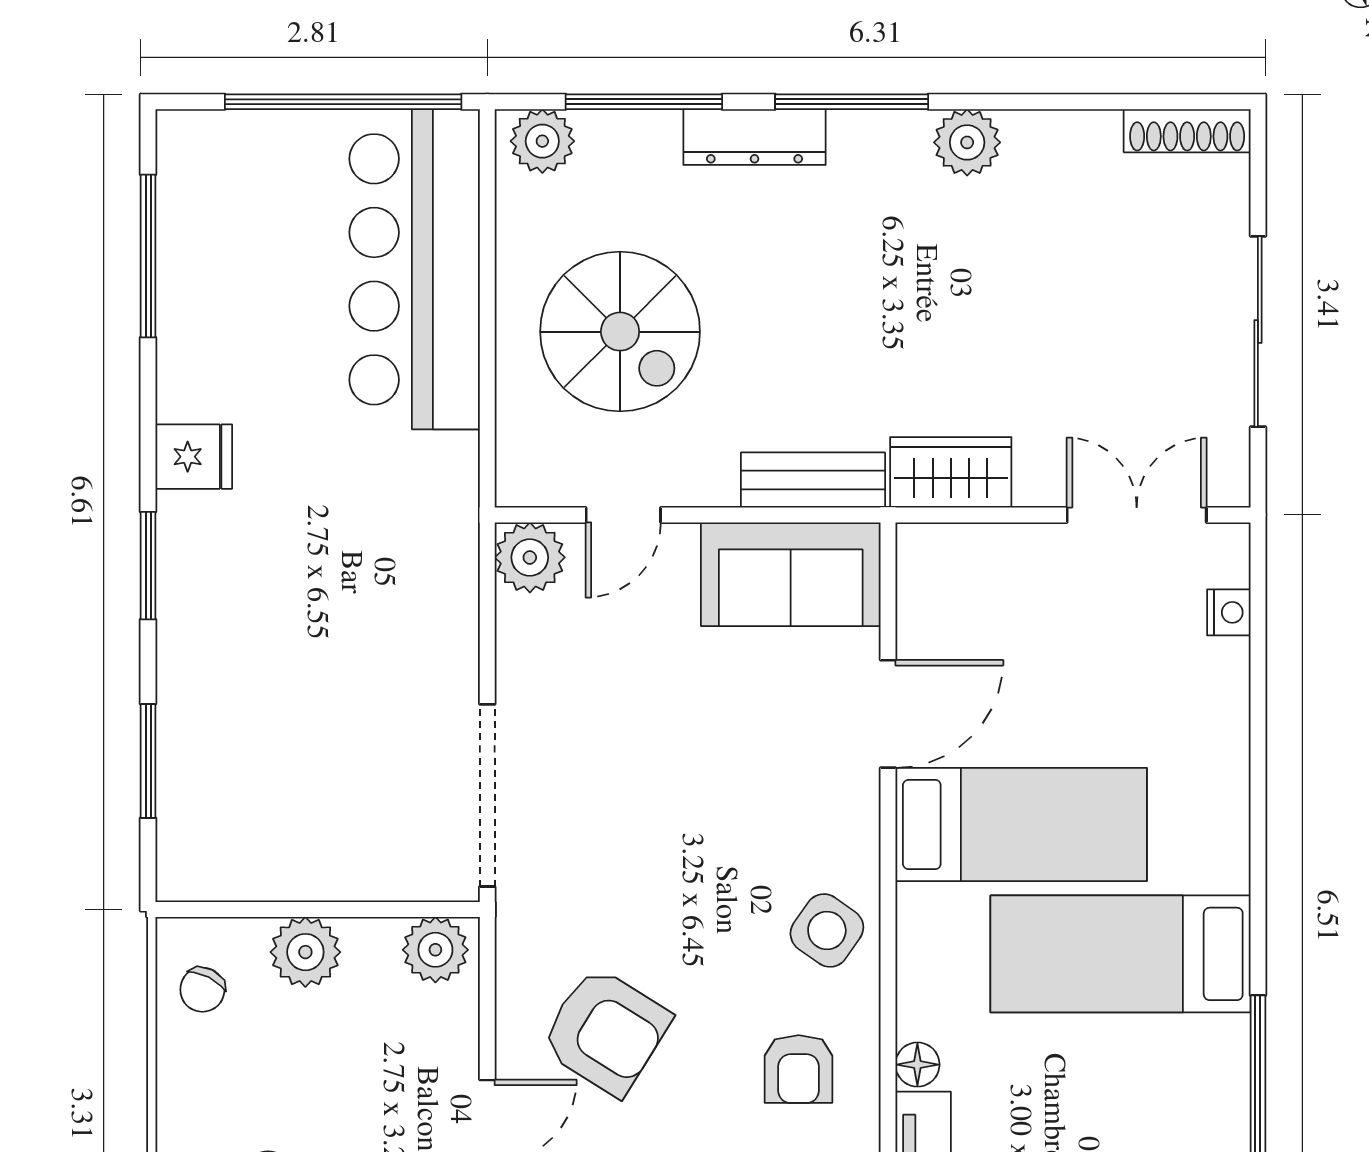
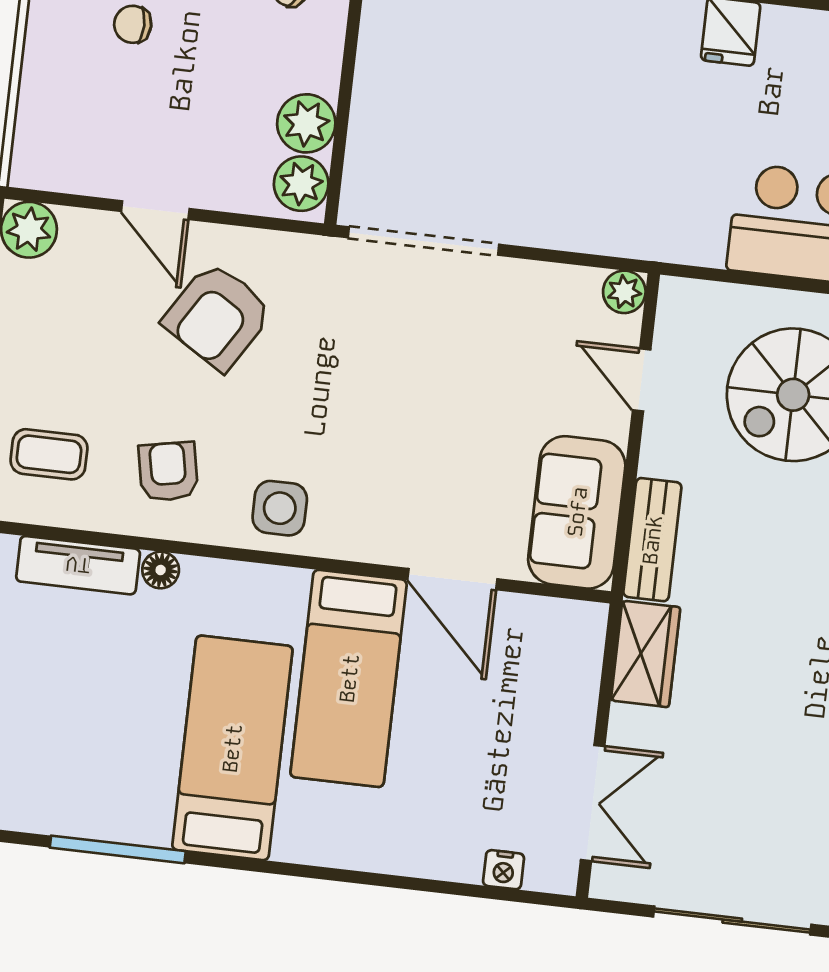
plant: (530, 557) -> (624, 292), width x0.73, depth x0.73
side table: (827, 930) -> (280, 508), turned -35
plant: (305, 952) -> (306, 123), moved
armchair: (799, 1069) -> (168, 472), turned 79

